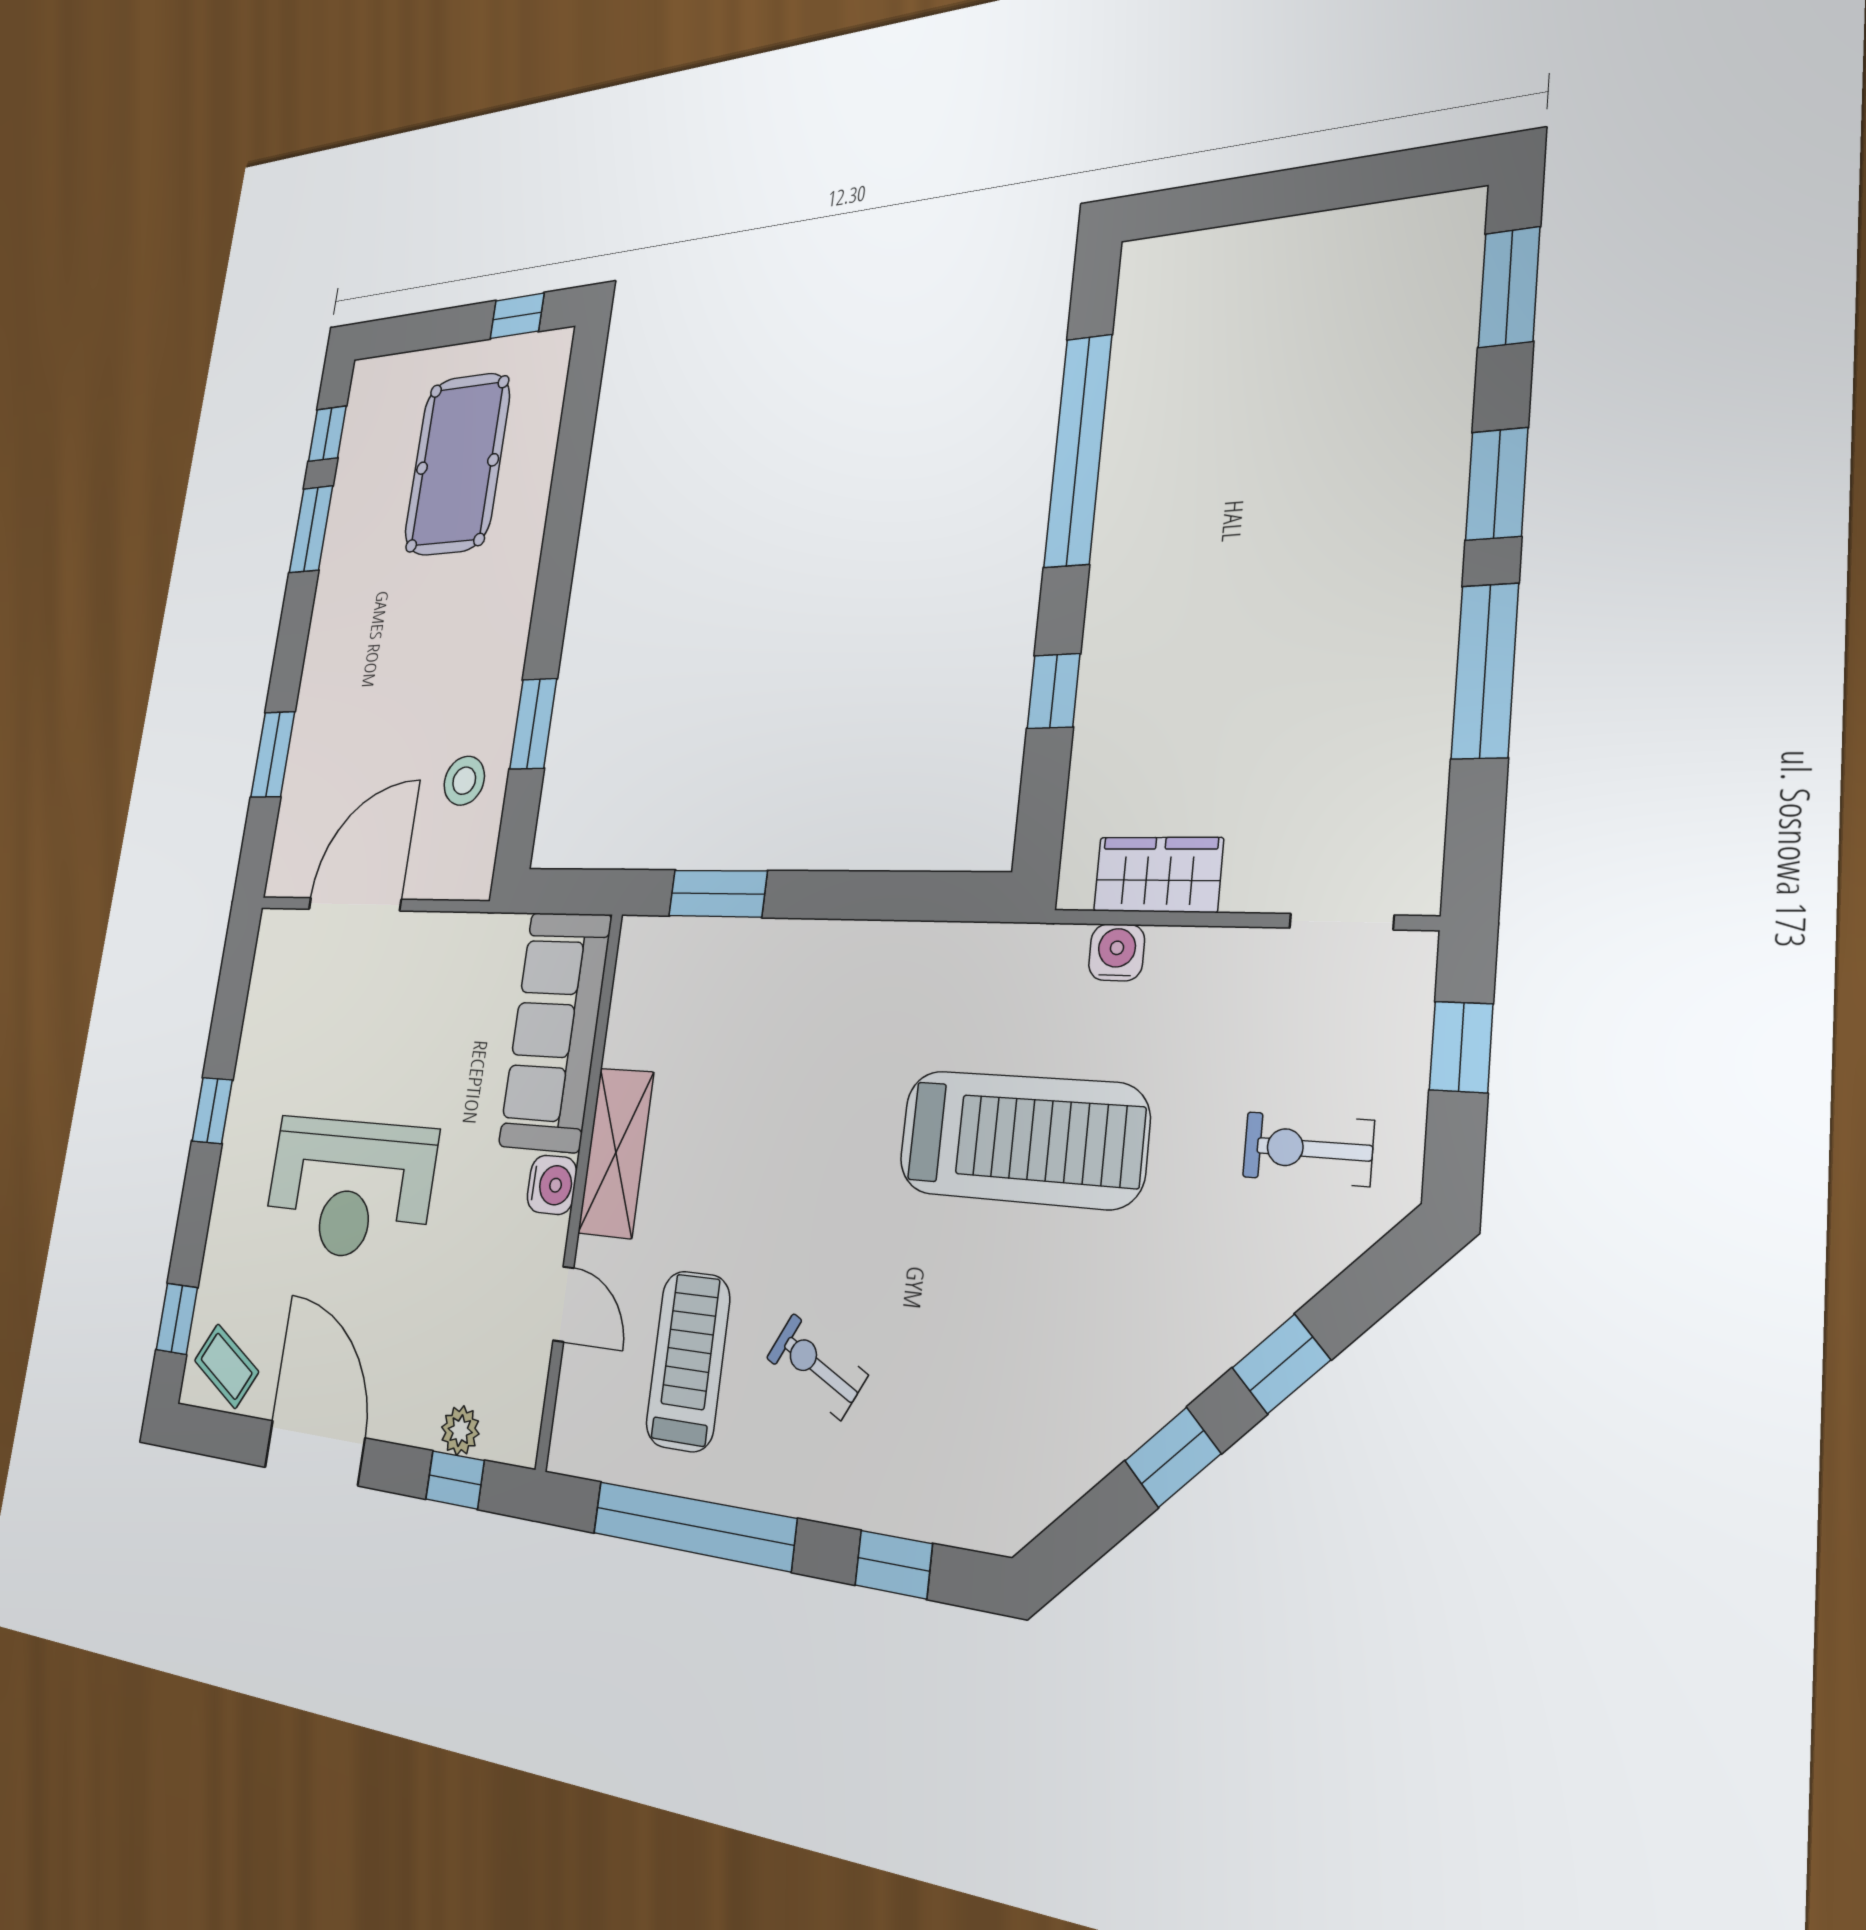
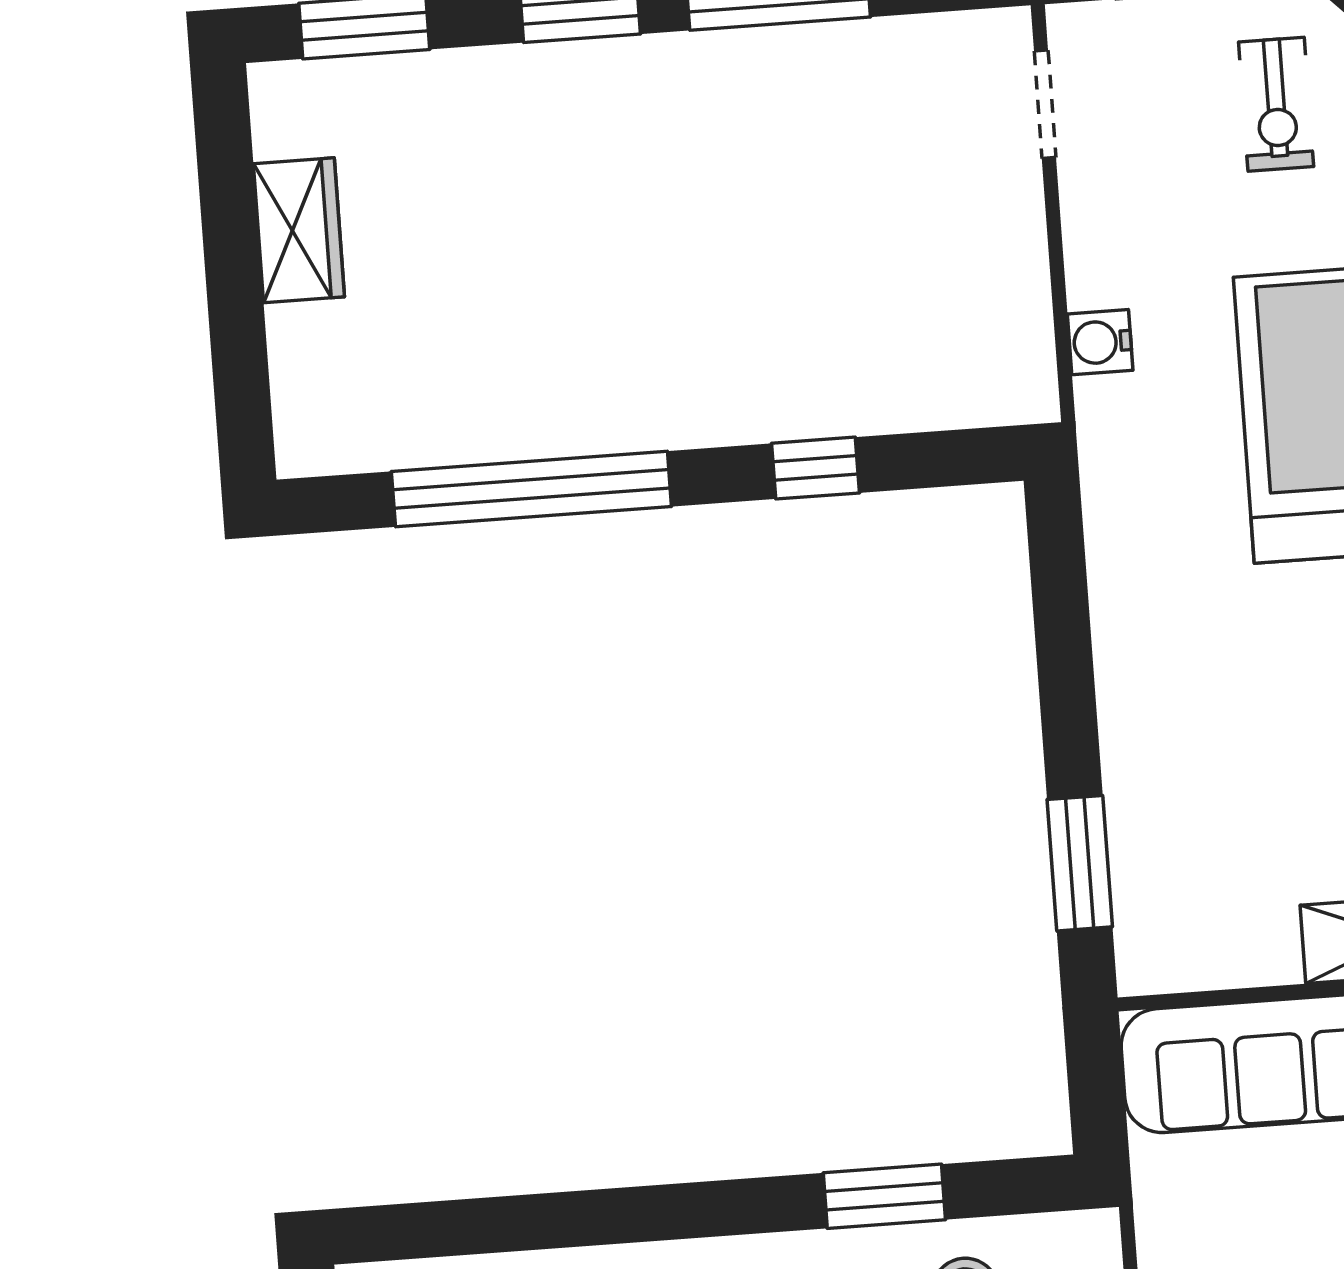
wardrobe: (1158, 875) -> (299, 230), moved, turned 180

